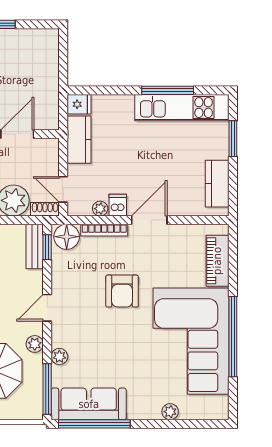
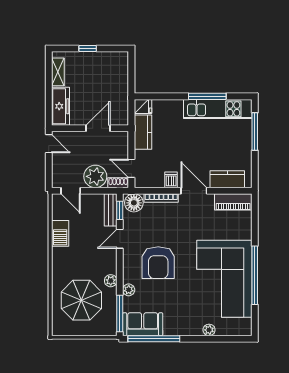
window: (233, 139) -> (255, 132), width x1.44
kitchen counter: (217, 184) -> (227, 179), moved, turned 90
plant: (100, 209) -> (158, 182), removed
door: (149, 220) -> (194, 191), hinge flipped
piano: (217, 261) -> (233, 202), moved, turned -90
armchair: (122, 291) -> (158, 263), moved, width x1.36, depth x1.36
door: (47, 308) -> (120, 239), moved
sofa: (89, 404) -> (143, 324), width x0.73

